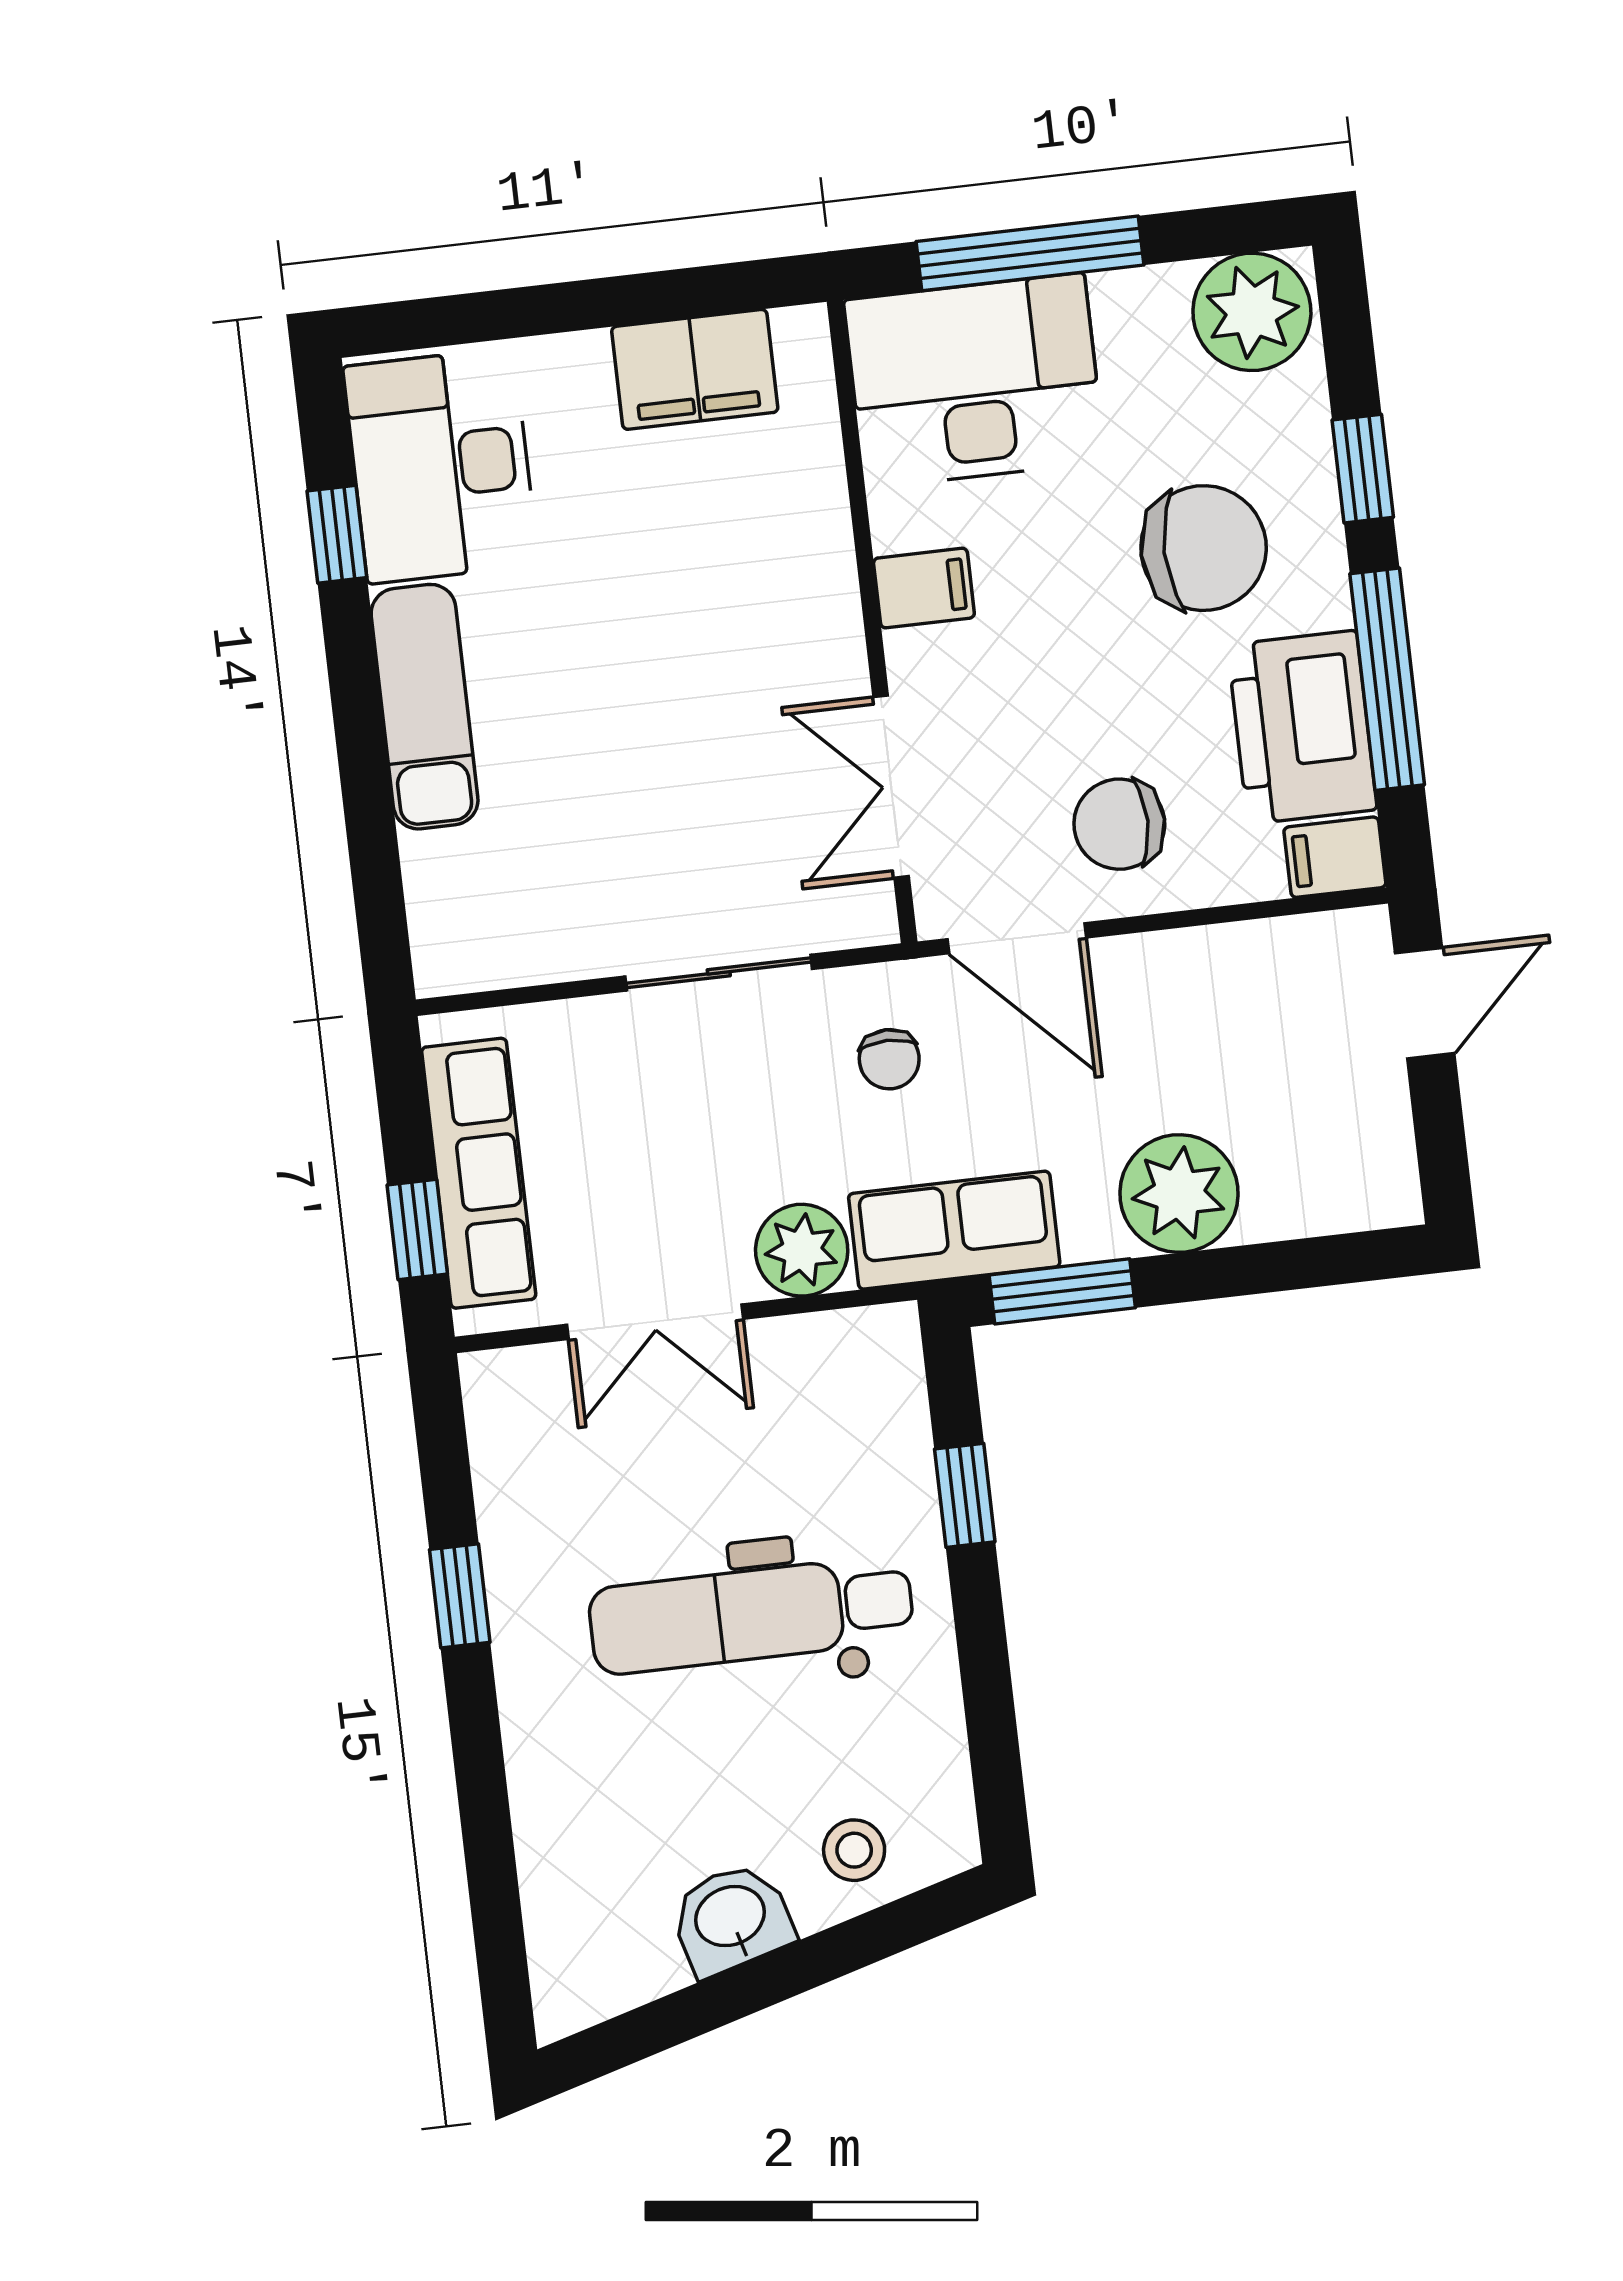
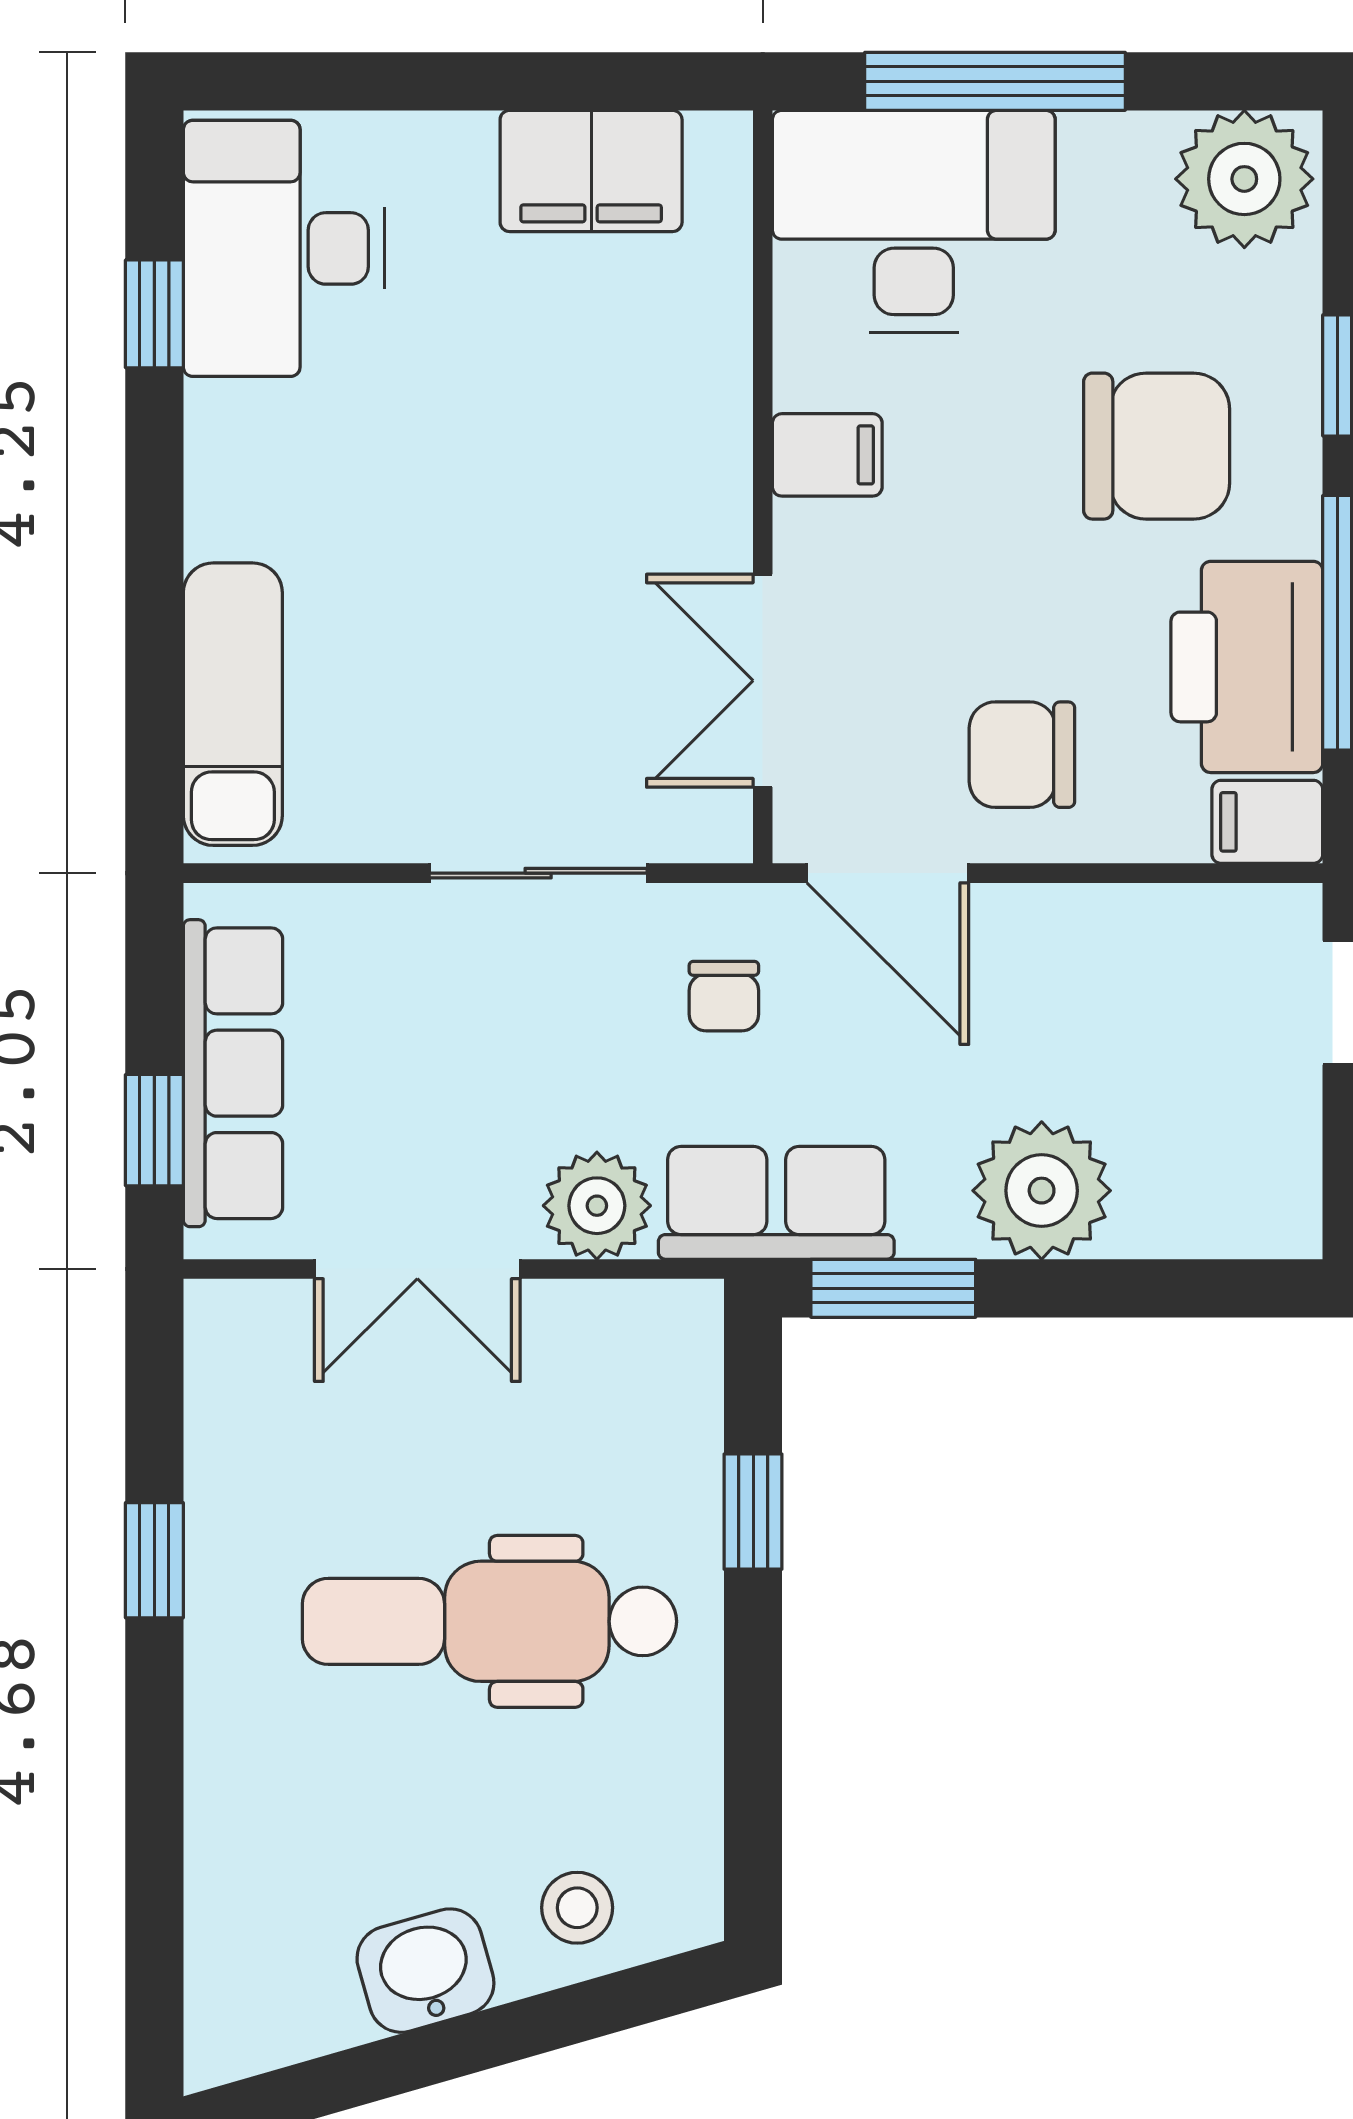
exam couch: (425, 707) -> (233, 704), moved

